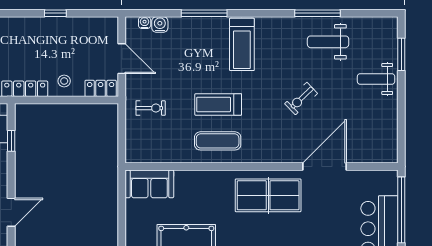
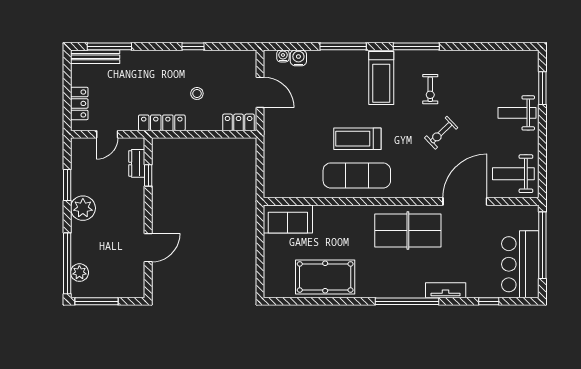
window: (317, 13) -> (416, 46), moved
weight bench: (328, 42) -> (513, 174), moved
stool: (64, 81) -> (197, 93), moved
exercise bike: (151, 108) -> (430, 89), moved, turned 90
exercise mat: (218, 141) -> (357, 175), width x1.36, depth x1.45

